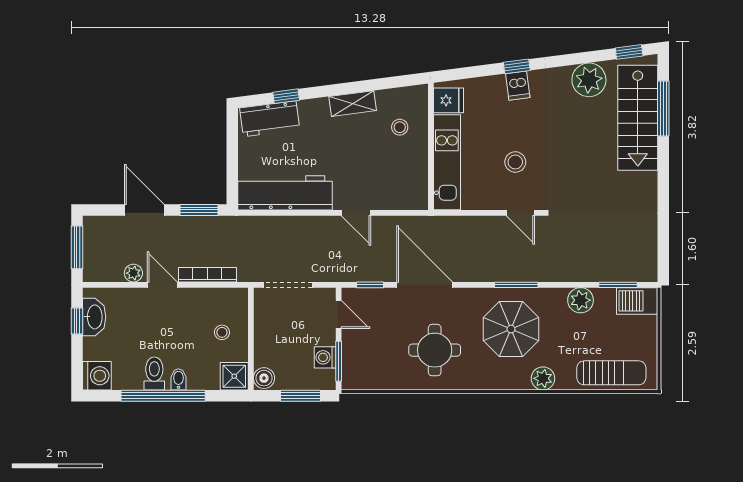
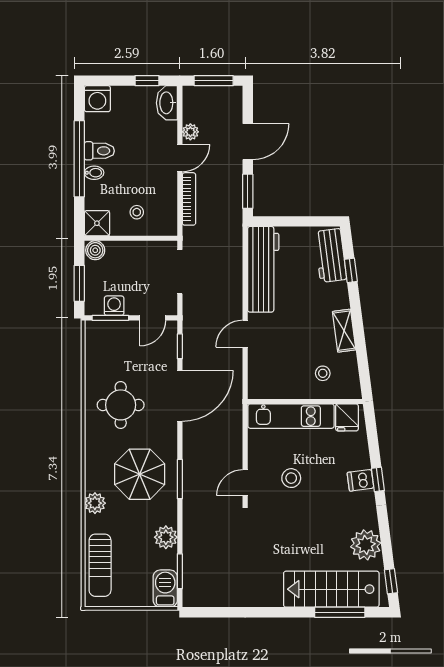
washbasin: (94, 317) -> (167, 103), moved, turned 90

